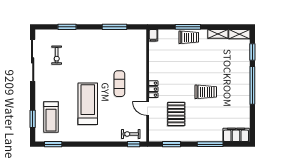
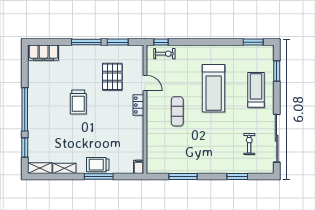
trolley: (206, 92) -> (78, 102), turned -90
treadmill: (51, 117) -> (256, 90), moved
window: (210, 144) -> (86, 42), moved

